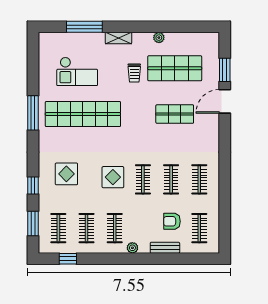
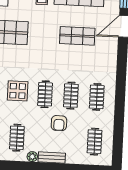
armchair: (172, 221) -> (59, 123), moved, turned -90
bench: (165, 248) -> (52, 158), moved

